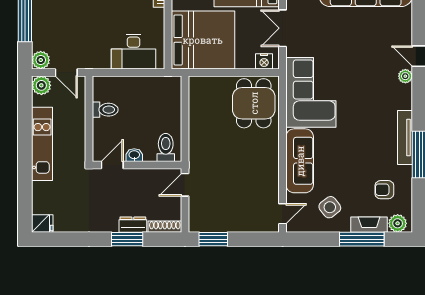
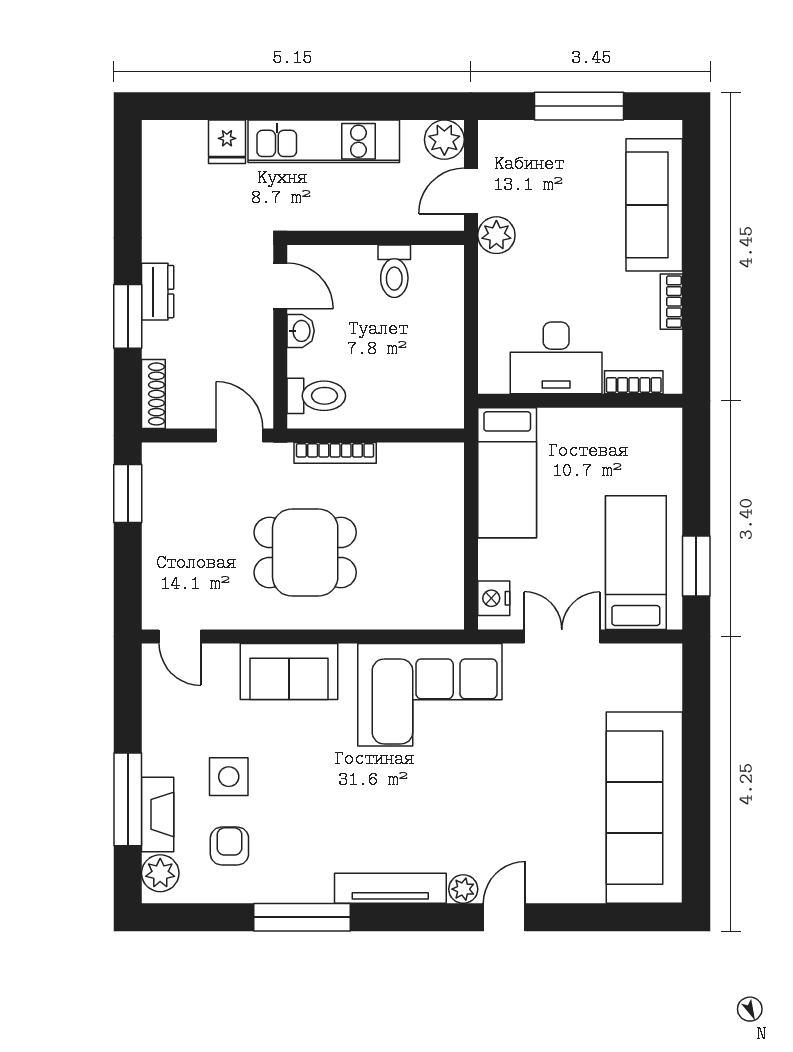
bed: (203, 40) -> (507, 473), width x0.49
desk: (134, 52) -> (556, 358), moved, turned -90
plant: (41, 60) -> (496, 235), moved
dining table: (254, 103) -> (305, 552), moved
tv unit: (405, 137) -> (390, 888), moved
bookcase: (193, 138) -> (335, 453), added
sofa: (300, 161) -> (289, 672), width x0.73
side table: (330, 207) -> (229, 777), moved, turned 38
fridge: (42, 223) -> (227, 142), moved
dresser: (133, 225) -> (158, 292), moved

